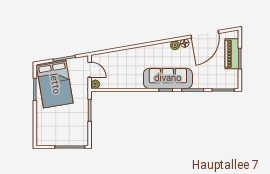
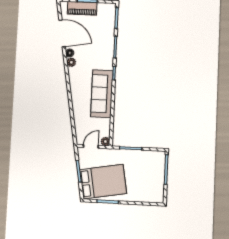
sofa: (168, 78) -> (102, 94), moved

